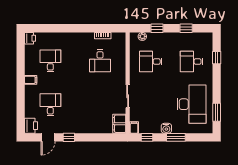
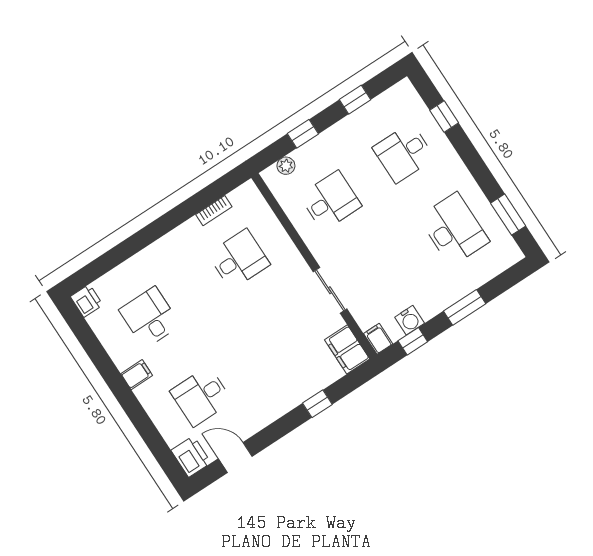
desk: (100, 61) -> (239, 259), turned -90
desk: (151, 61) -> (330, 201), turned 180
desk: (192, 104) -> (454, 229), width x0.73, depth x0.77
desk: (50, 105) -> (201, 396), turned -90
water cooler: (166, 128) -> (410, 320), moved
door: (48, 137) -> (235, 457), swing flipped
window: (69, 137) -> (317, 404), moved

